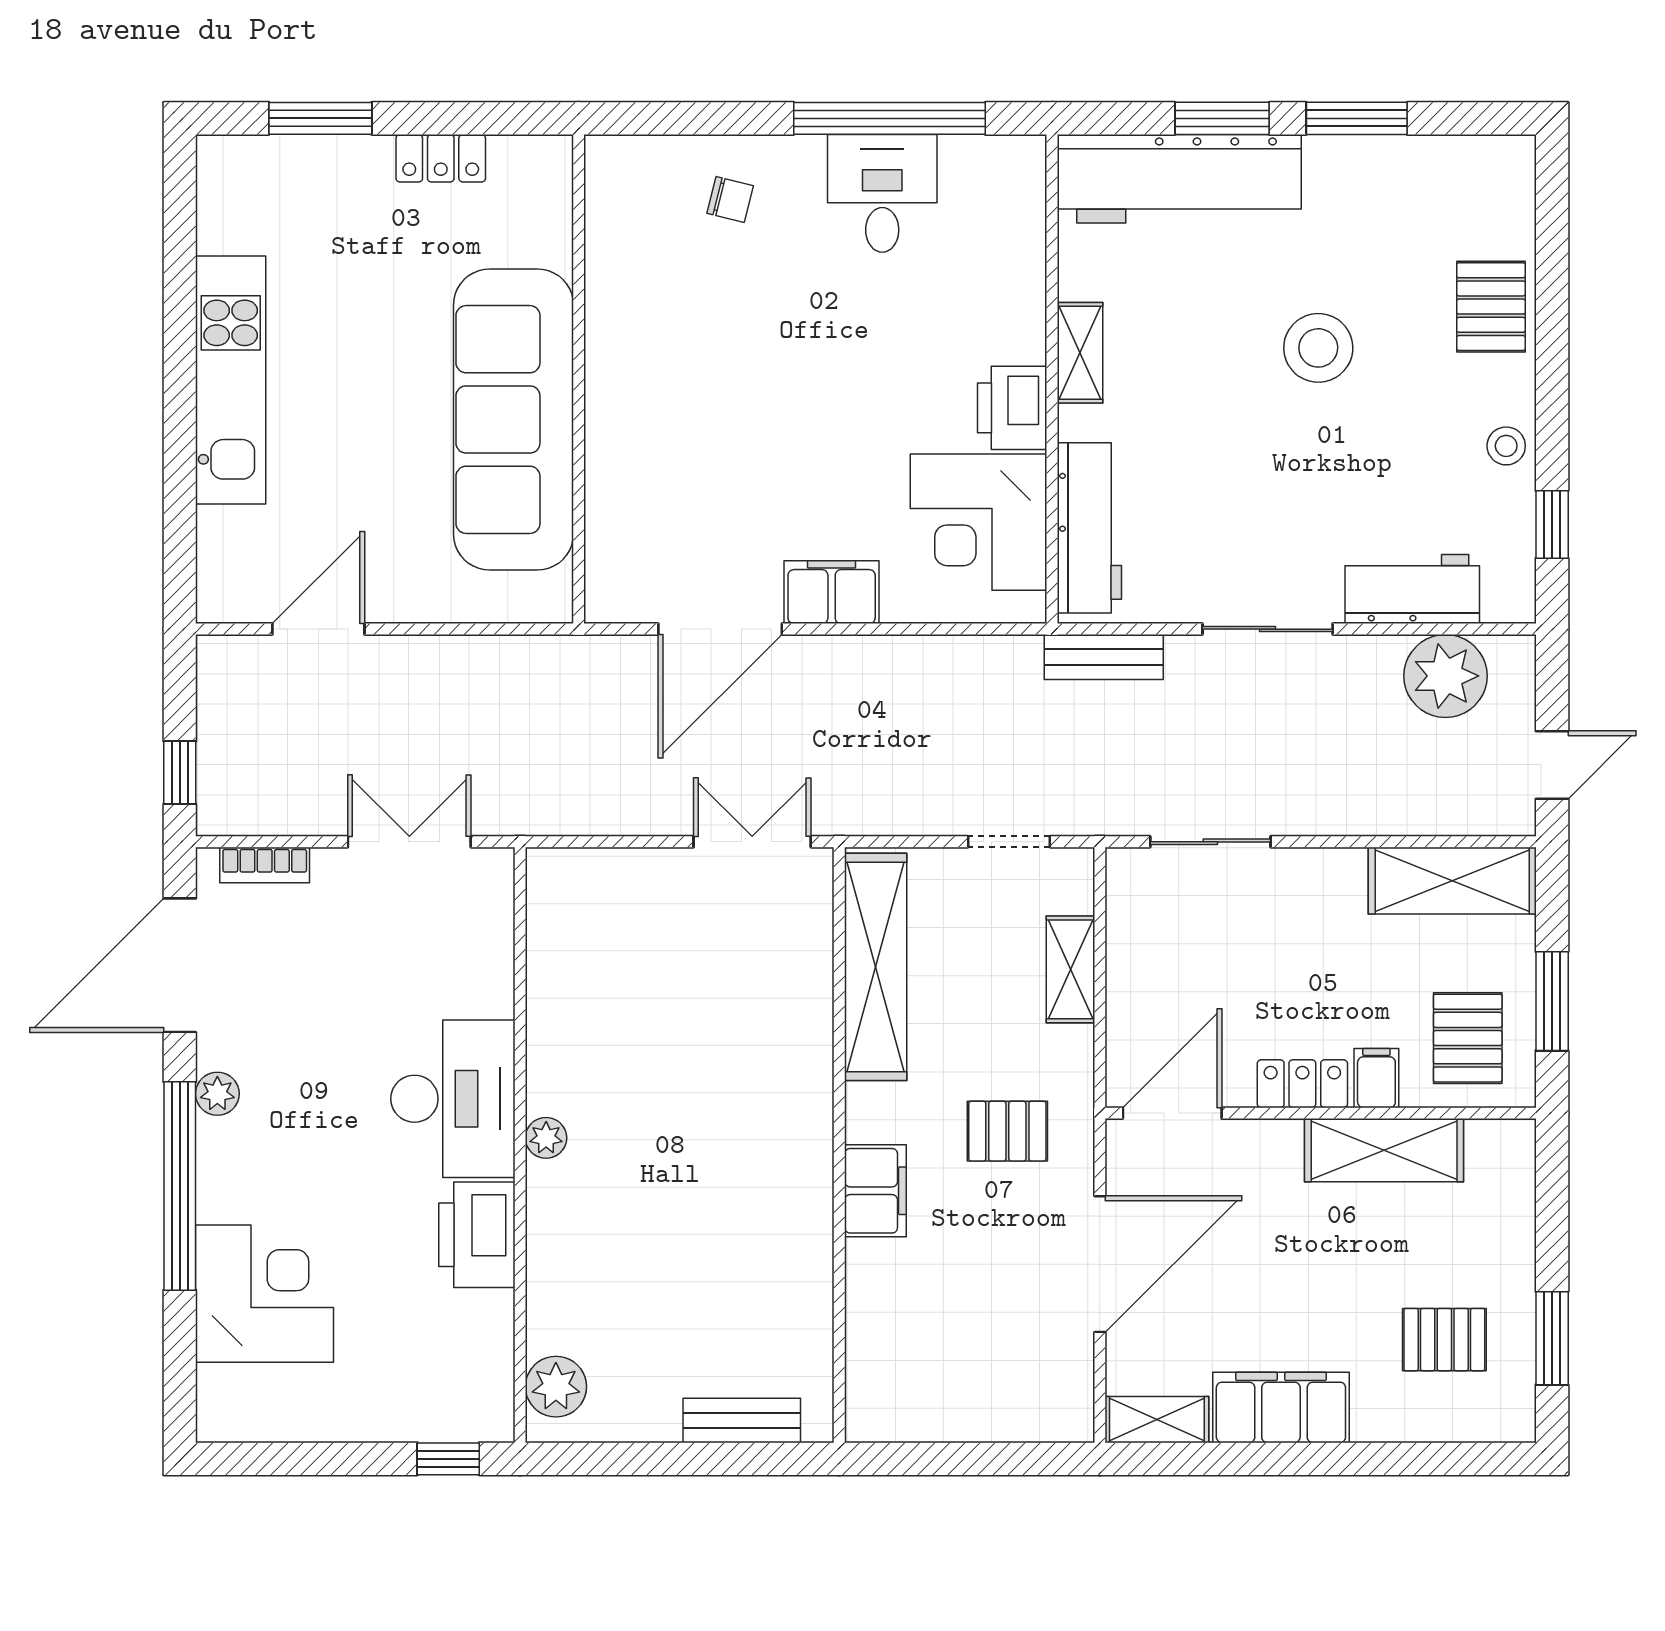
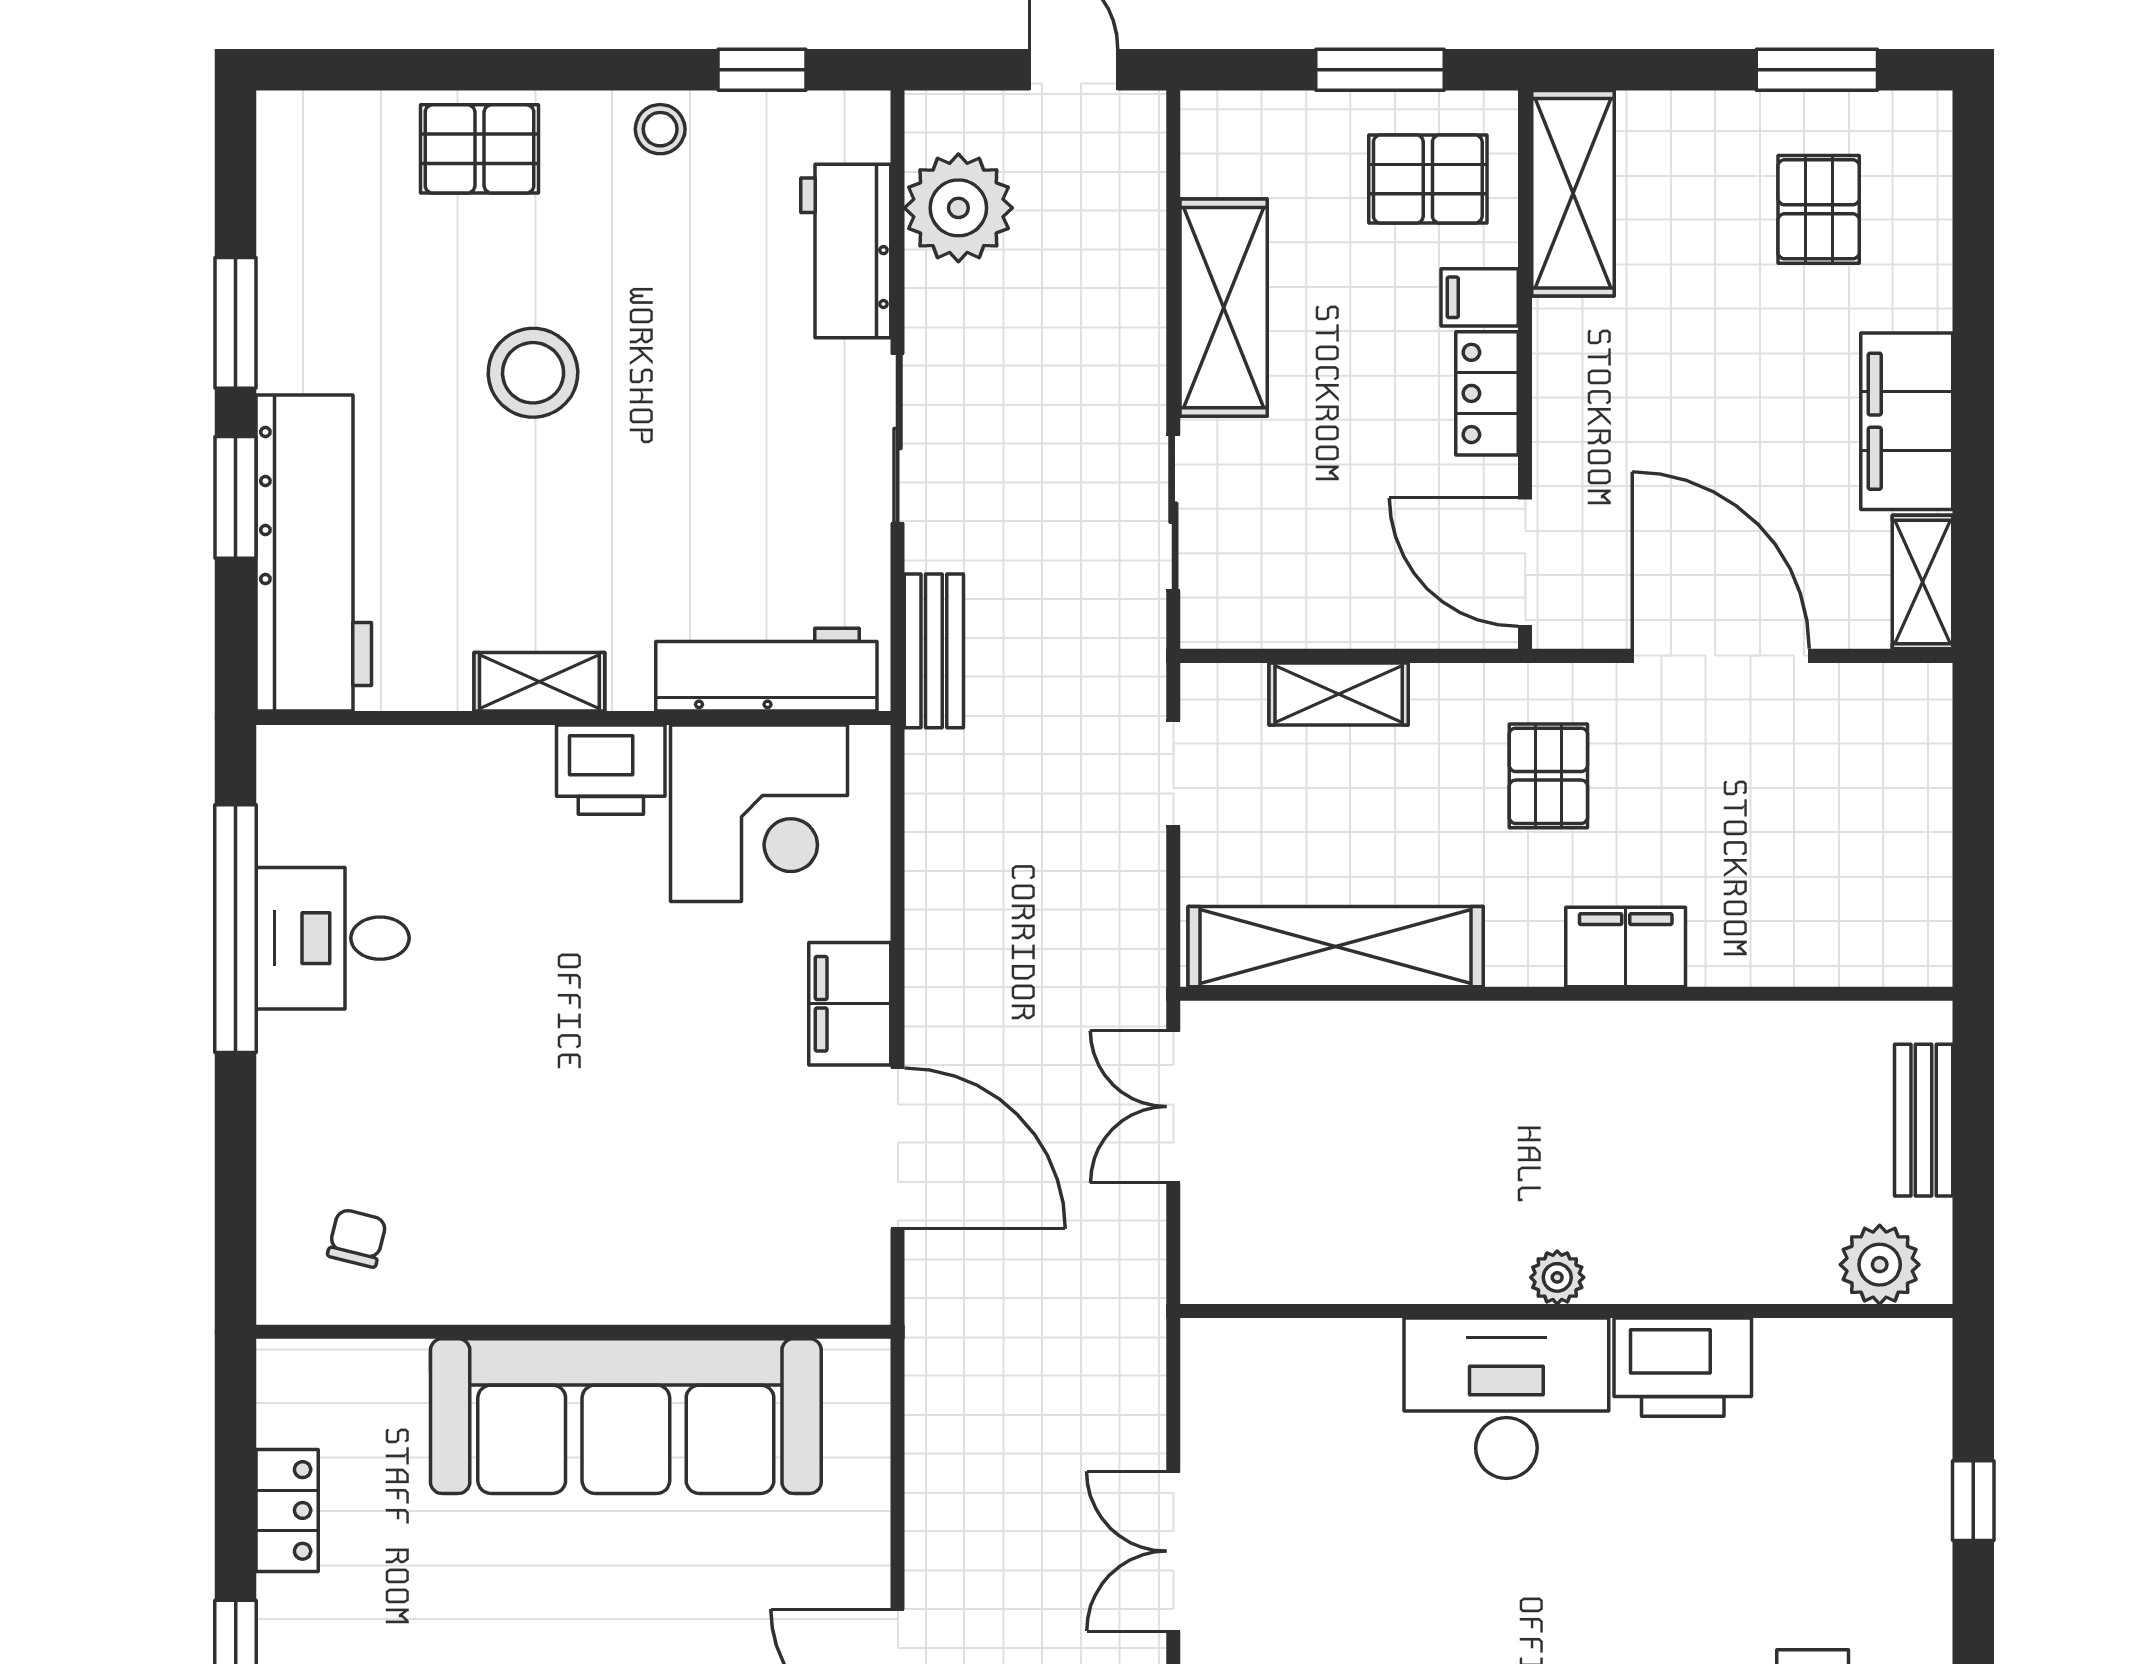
chair: (730, 199) -> (357, 1238), moved
shelving: (1452, 881) -> (1224, 308), moved
desk: (453, 1099) -> (1506, 1398), moved
plant: (546, 1138) -> (1557, 1277), moved
wall: (520, 1145) -> (1566, 1311), moved
shelving: (1384, 1150) -> (1573, 193), moved
printer: (477, 1235) -> (1683, 1367), moved
plant: (556, 1387) -> (1880, 1265), moved

